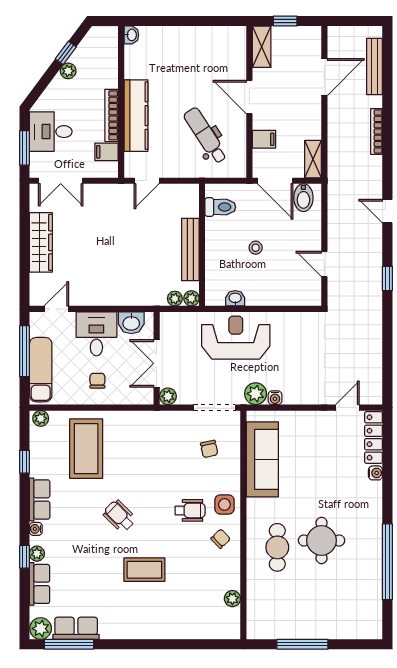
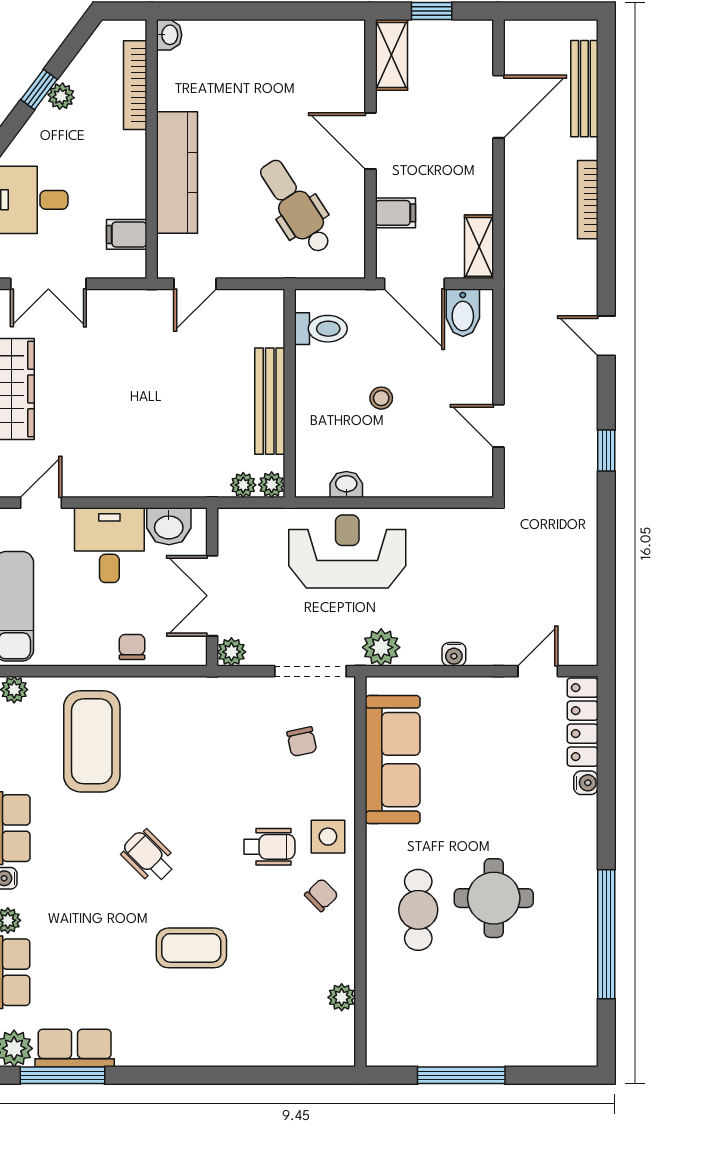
window: (66, 53) -> (39, 89), moved
bookcase: (111, 115) -> (135, 85), moved
chair: (97, 381) -> (132, 647), moved
water cooler: (275, 398) -> (454, 654), moved

